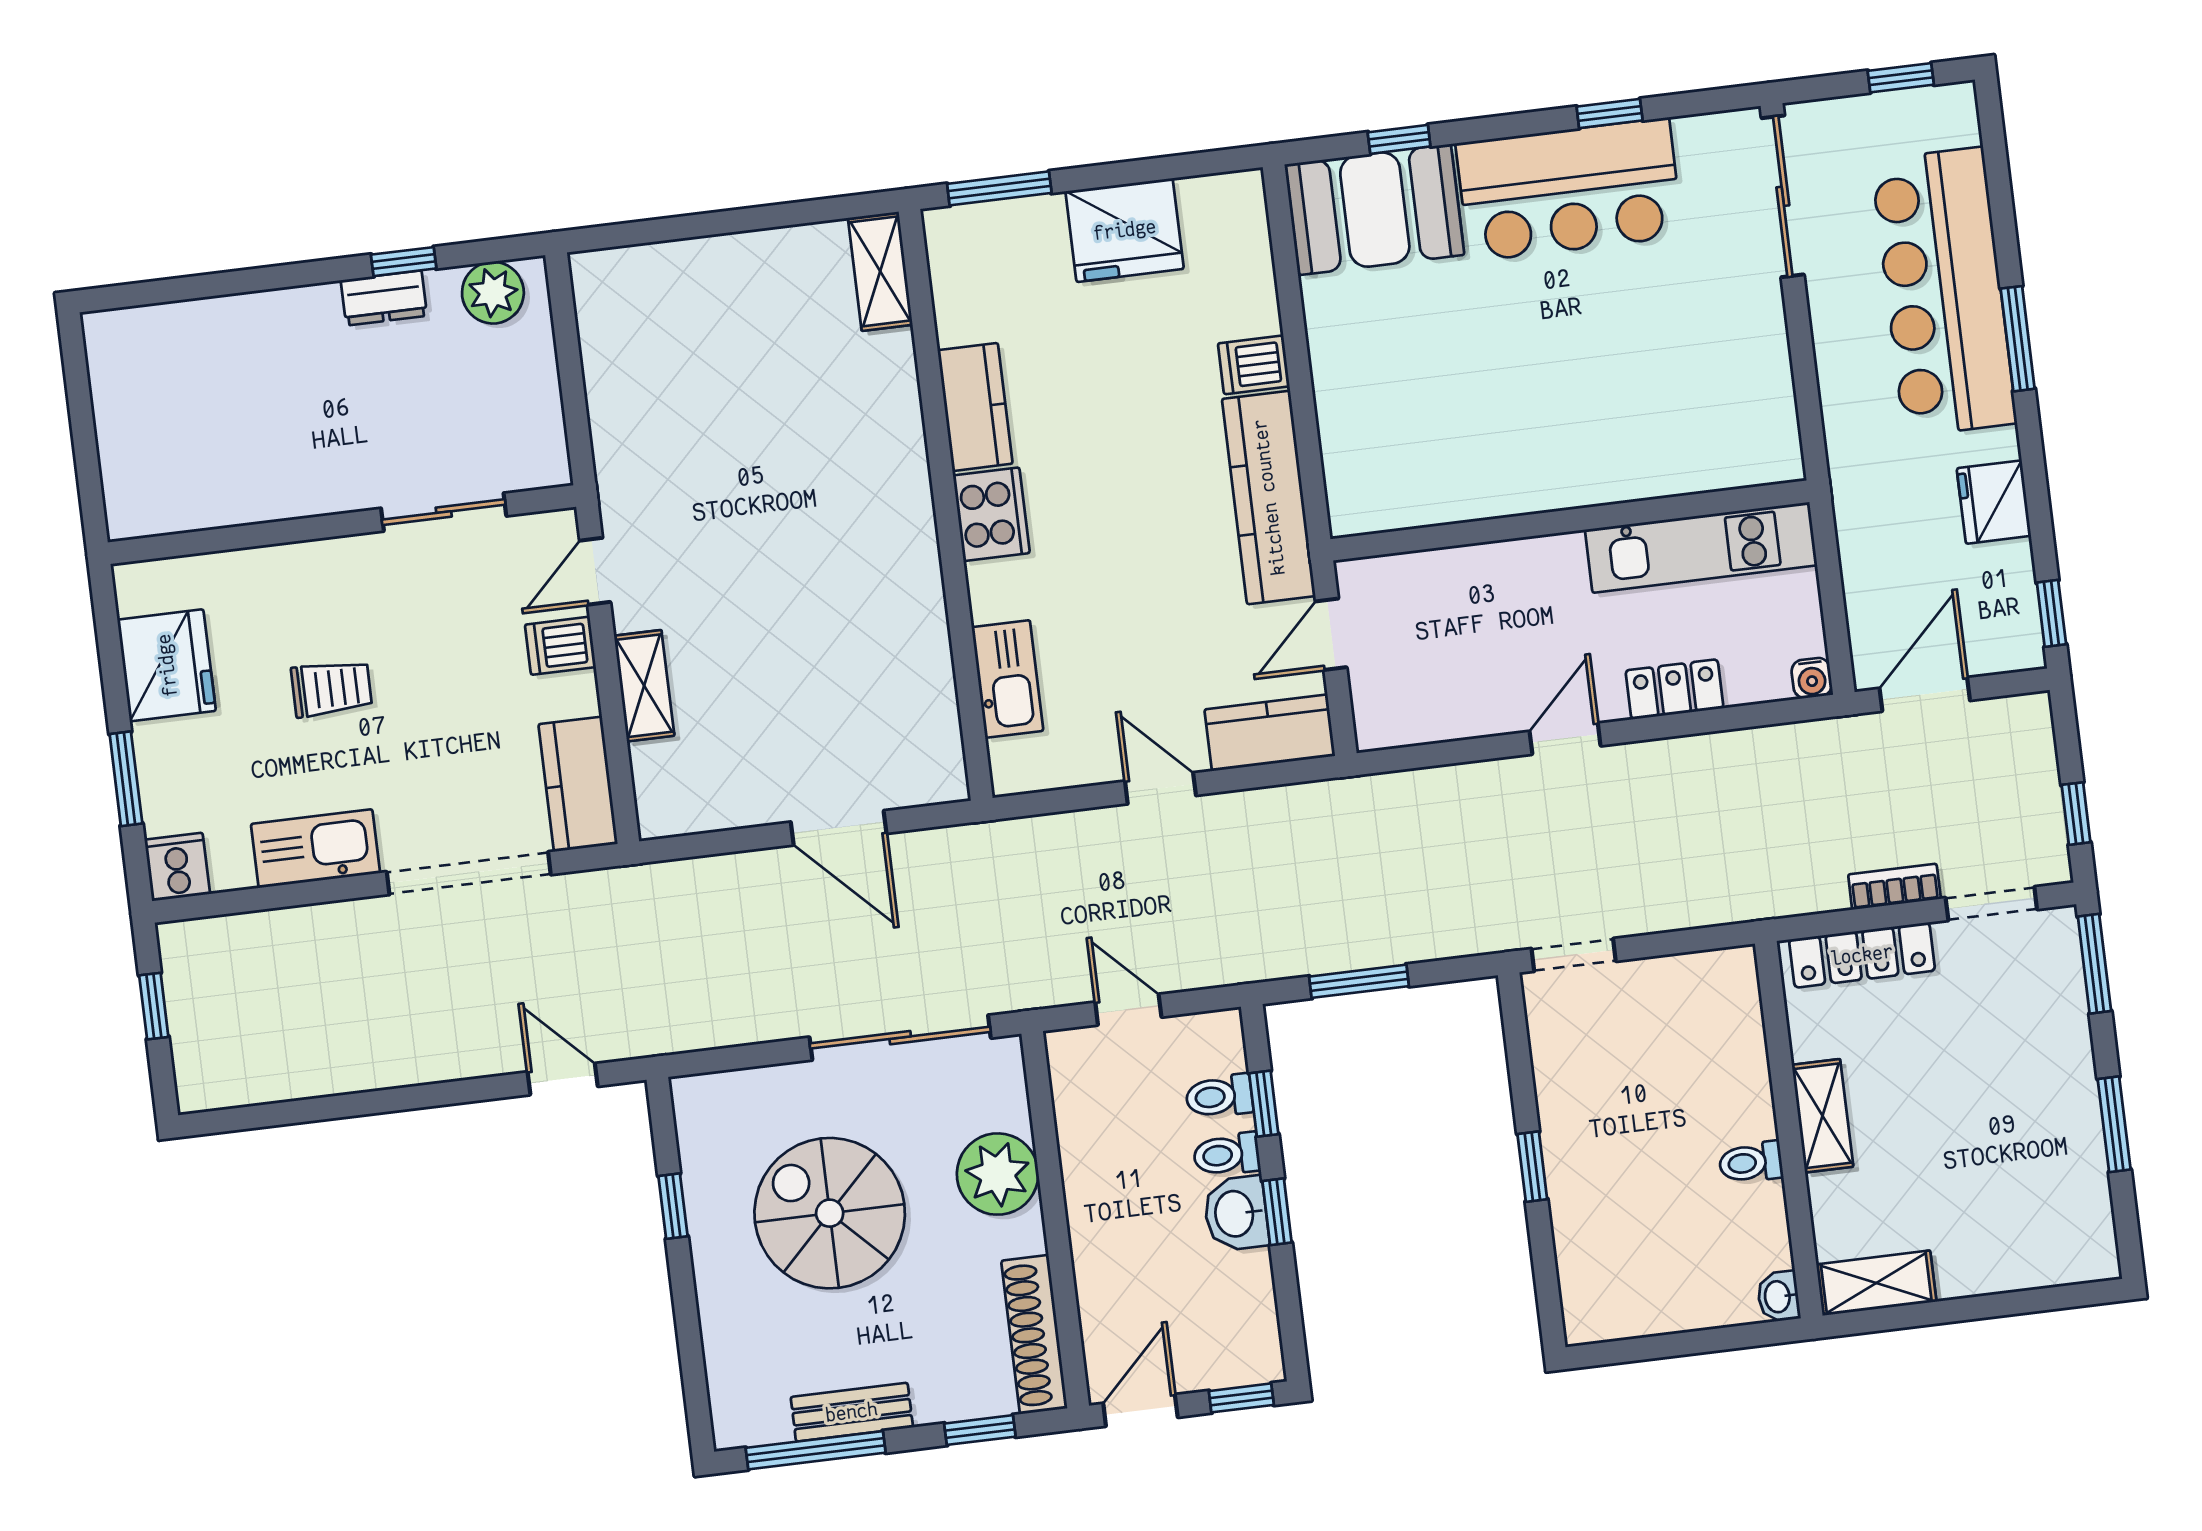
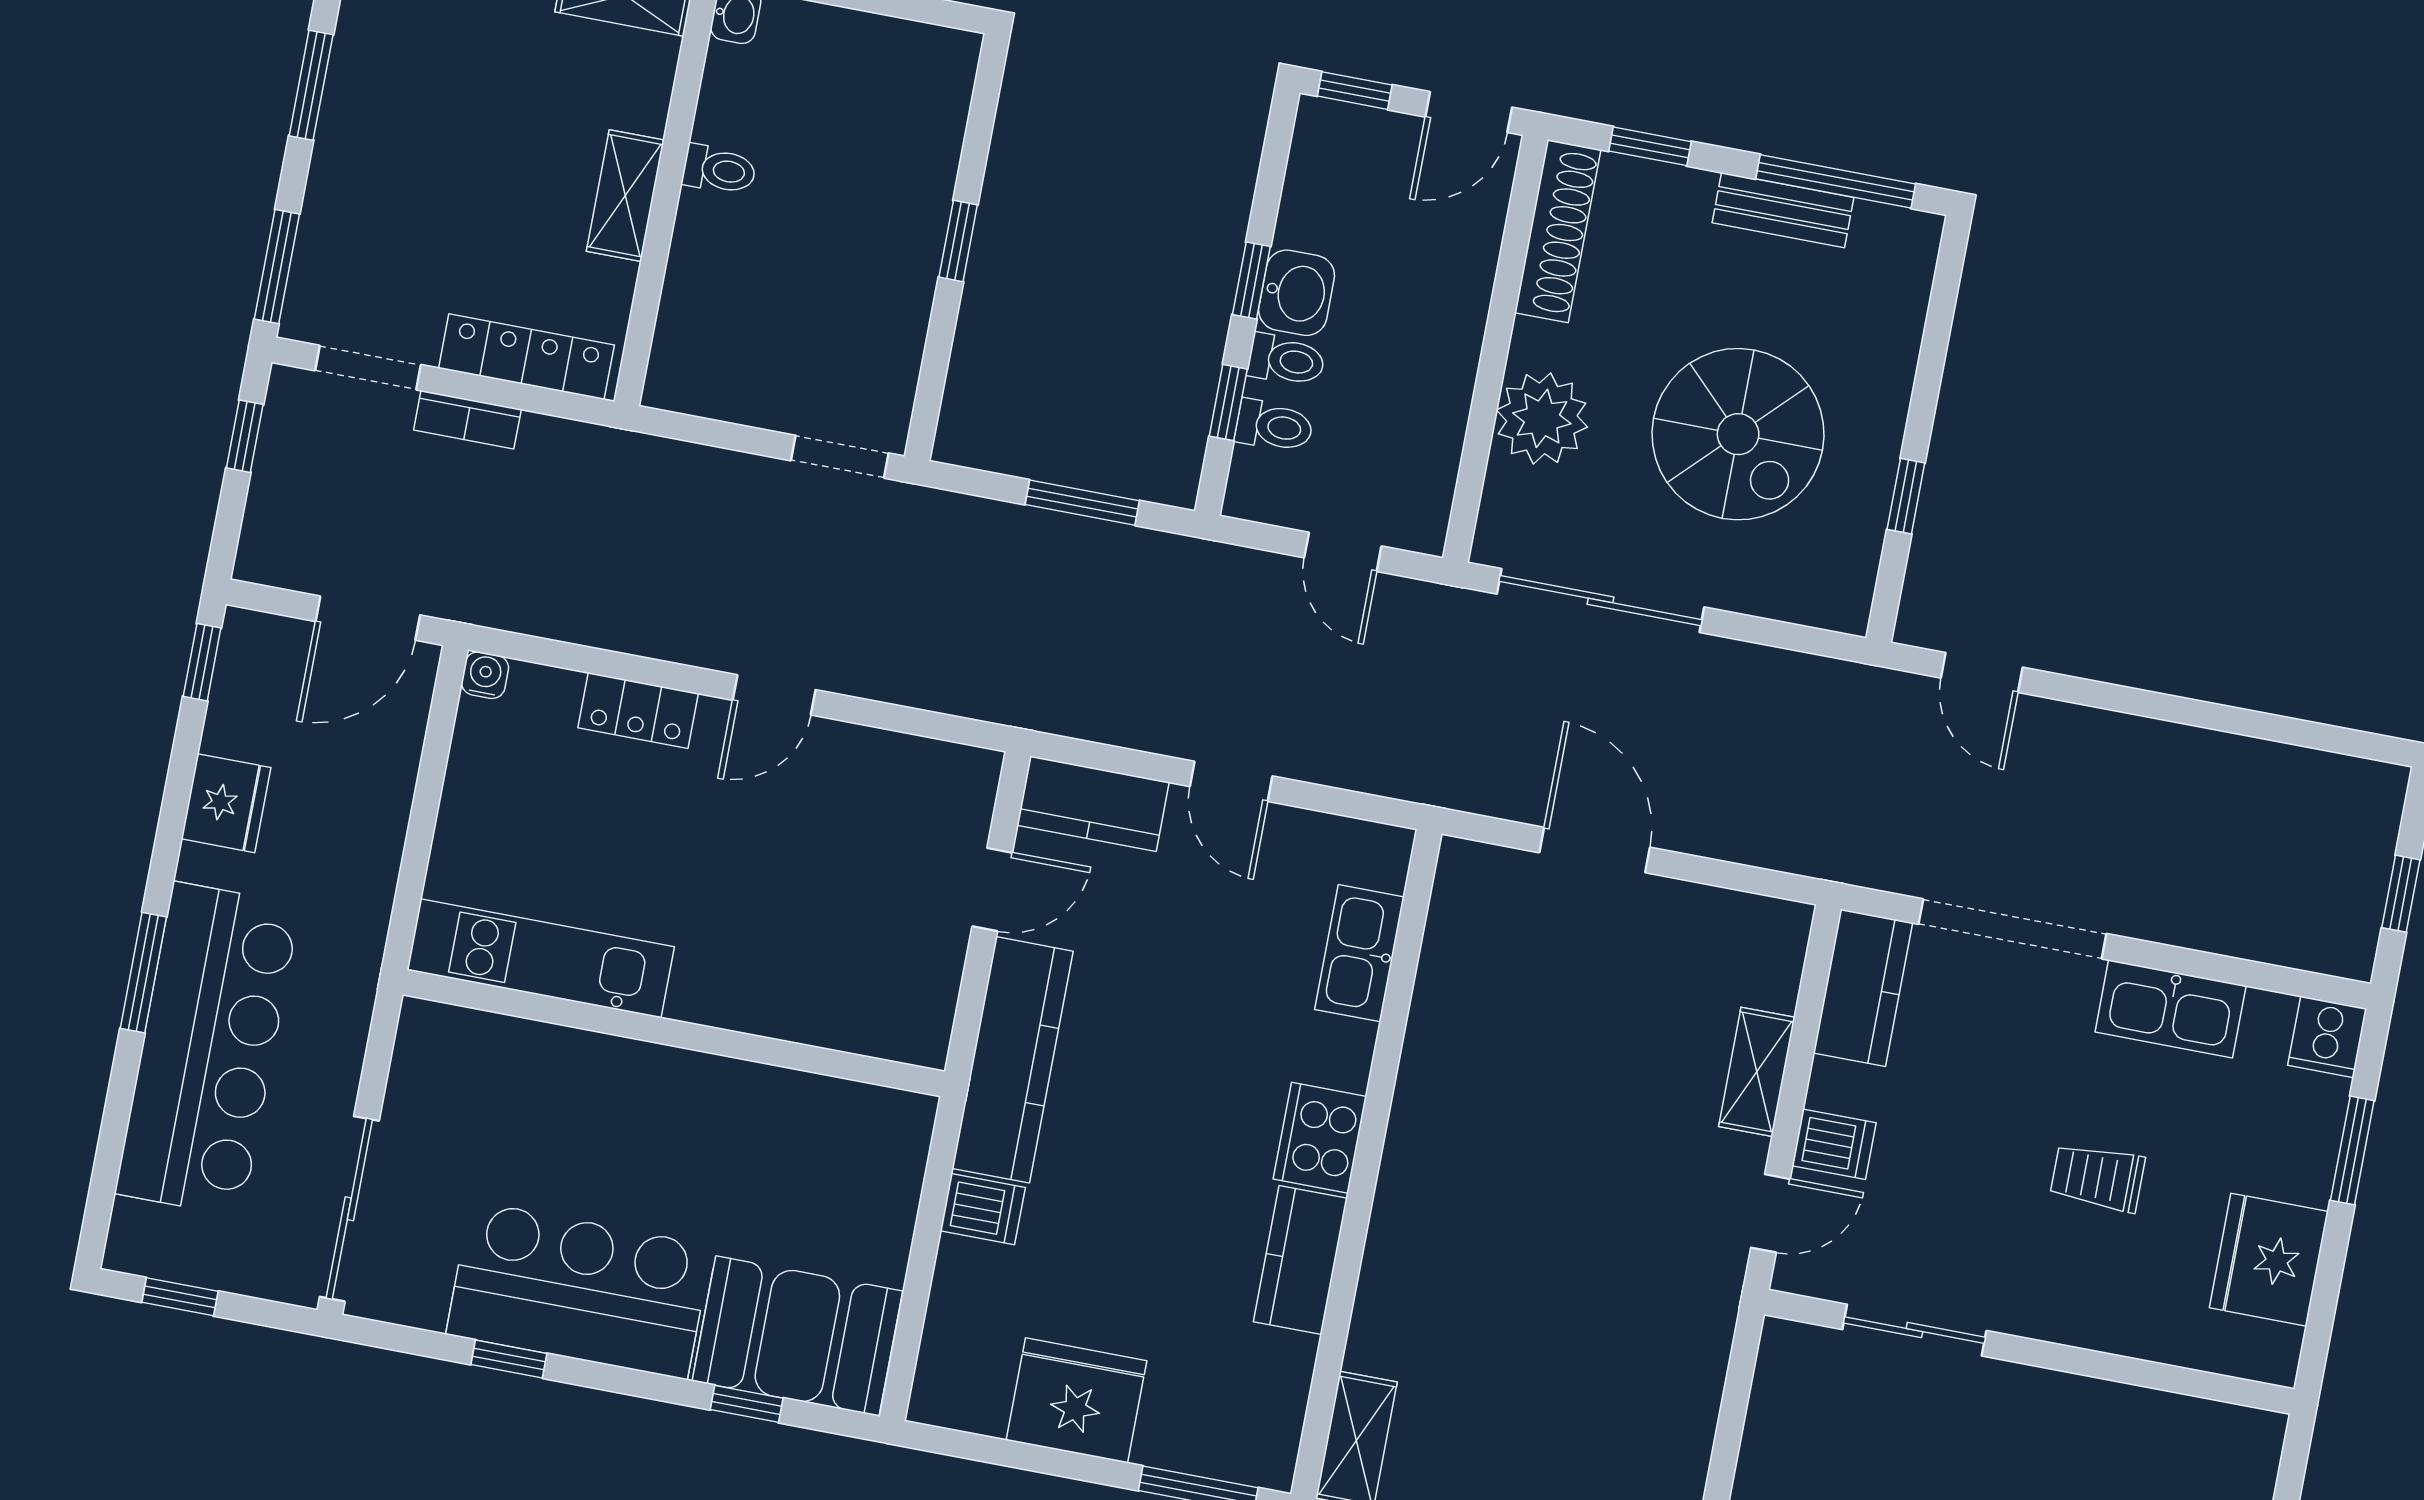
wall: (1570, 521) -> (674, 1033), moved
kitchen unit: (1701, 547) -> (541, 958), moved

